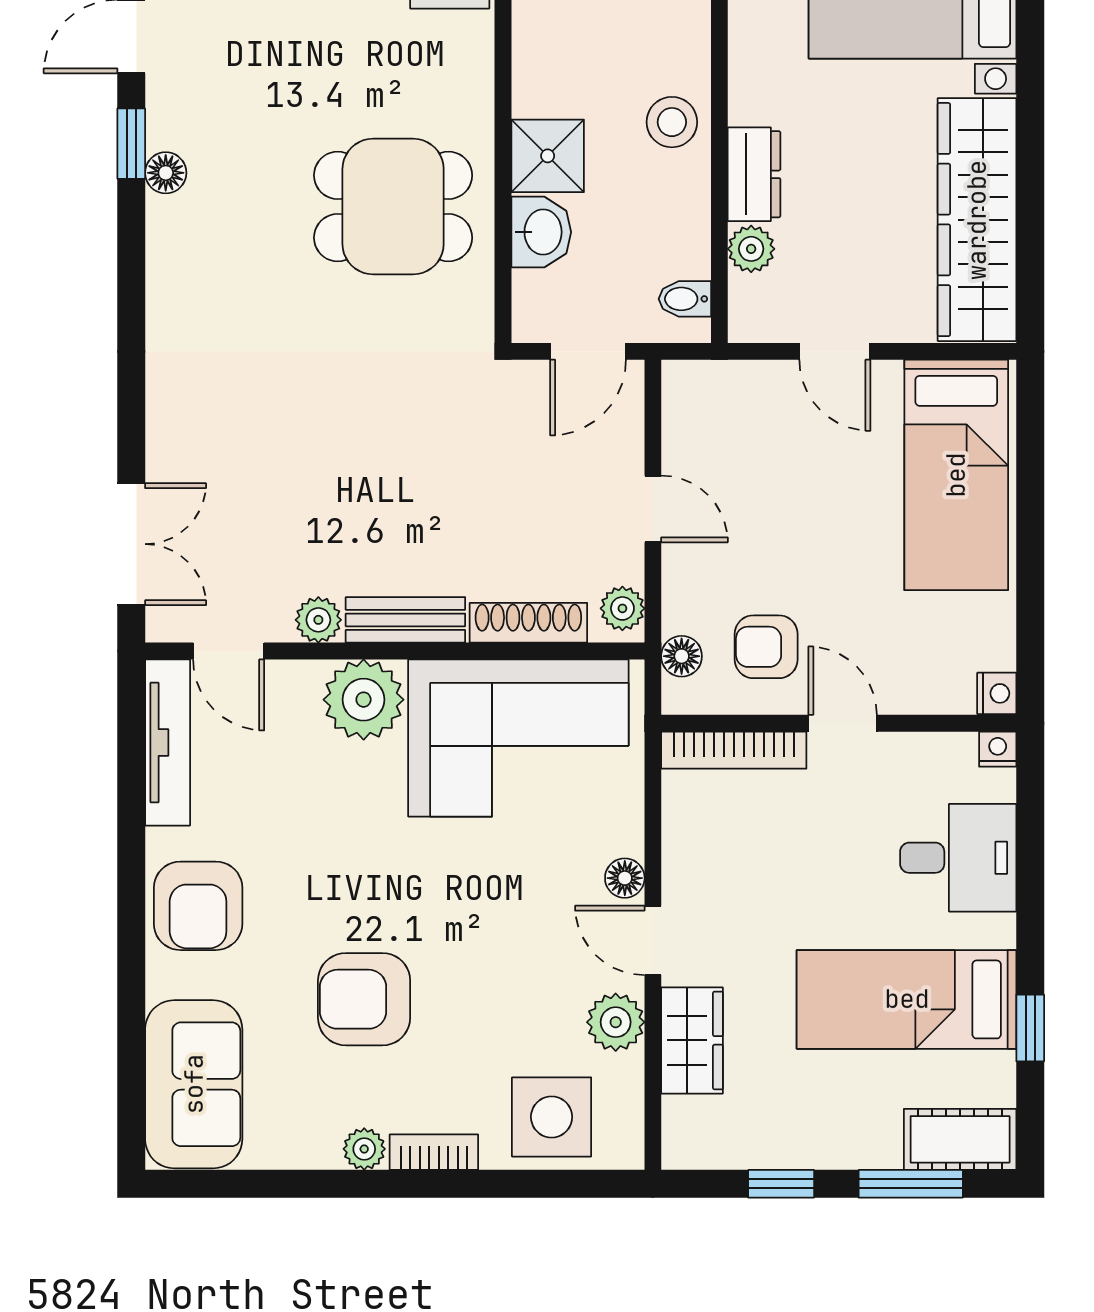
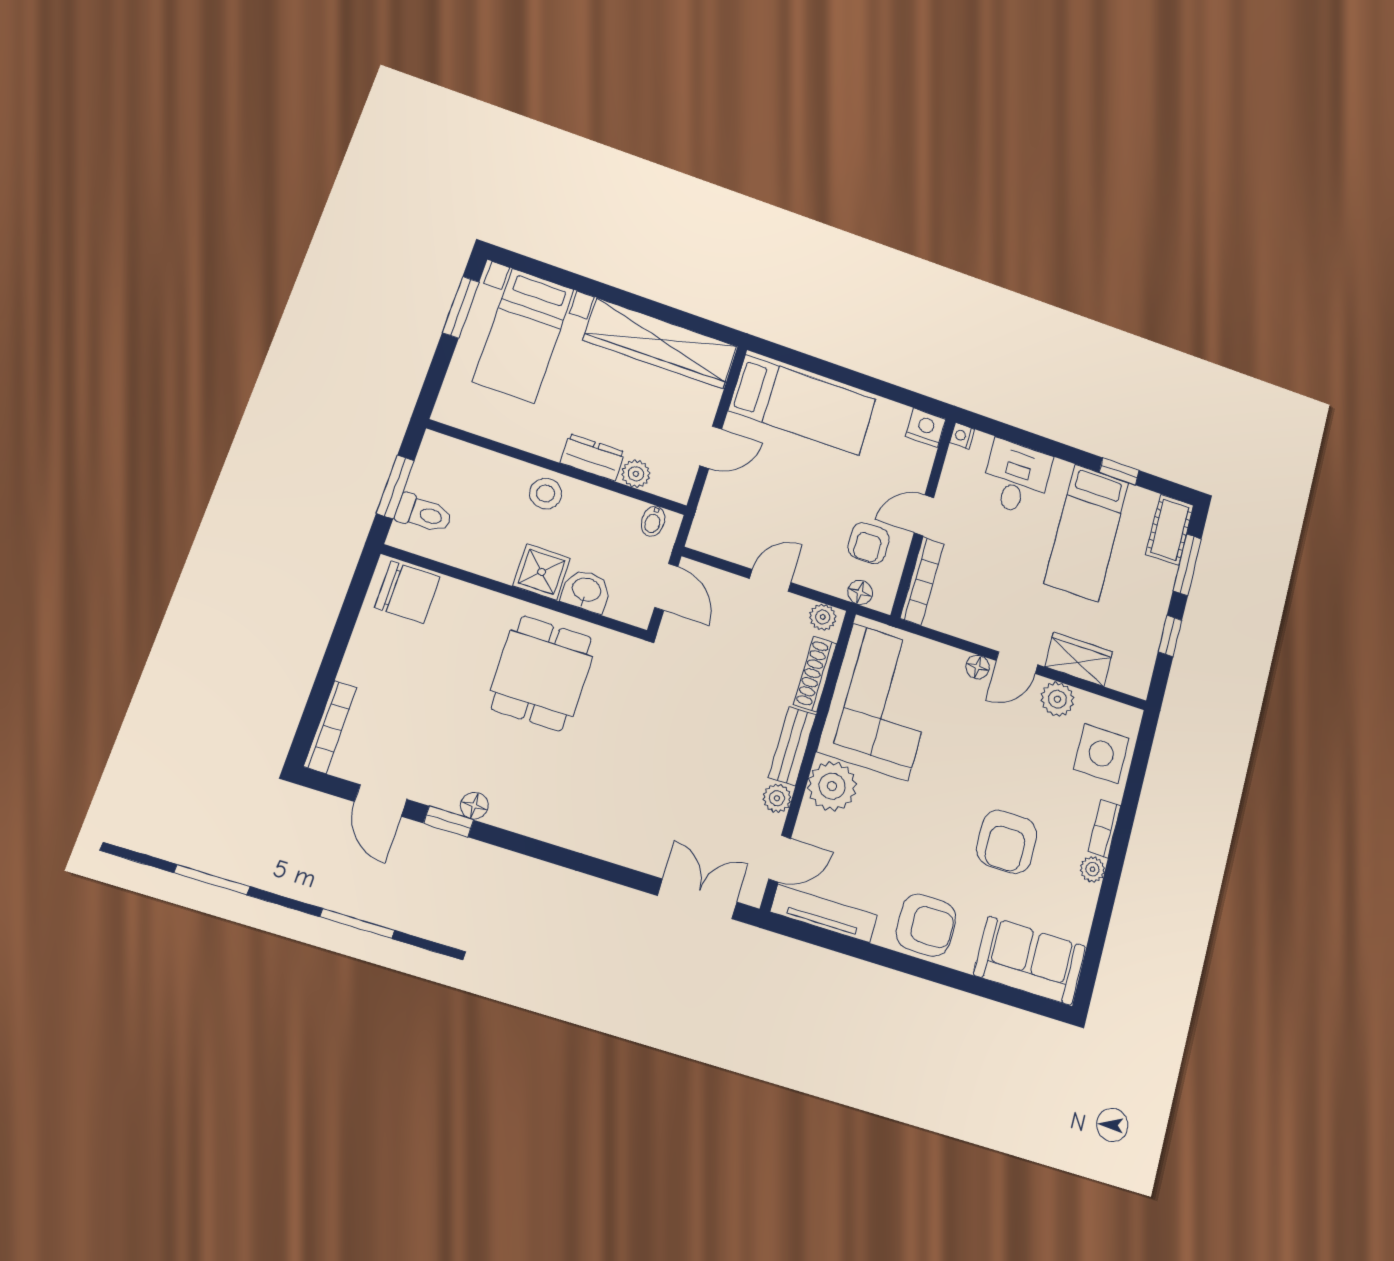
nightstand: (997, 693) -> (926, 428), width x1.39, depth x1.35

